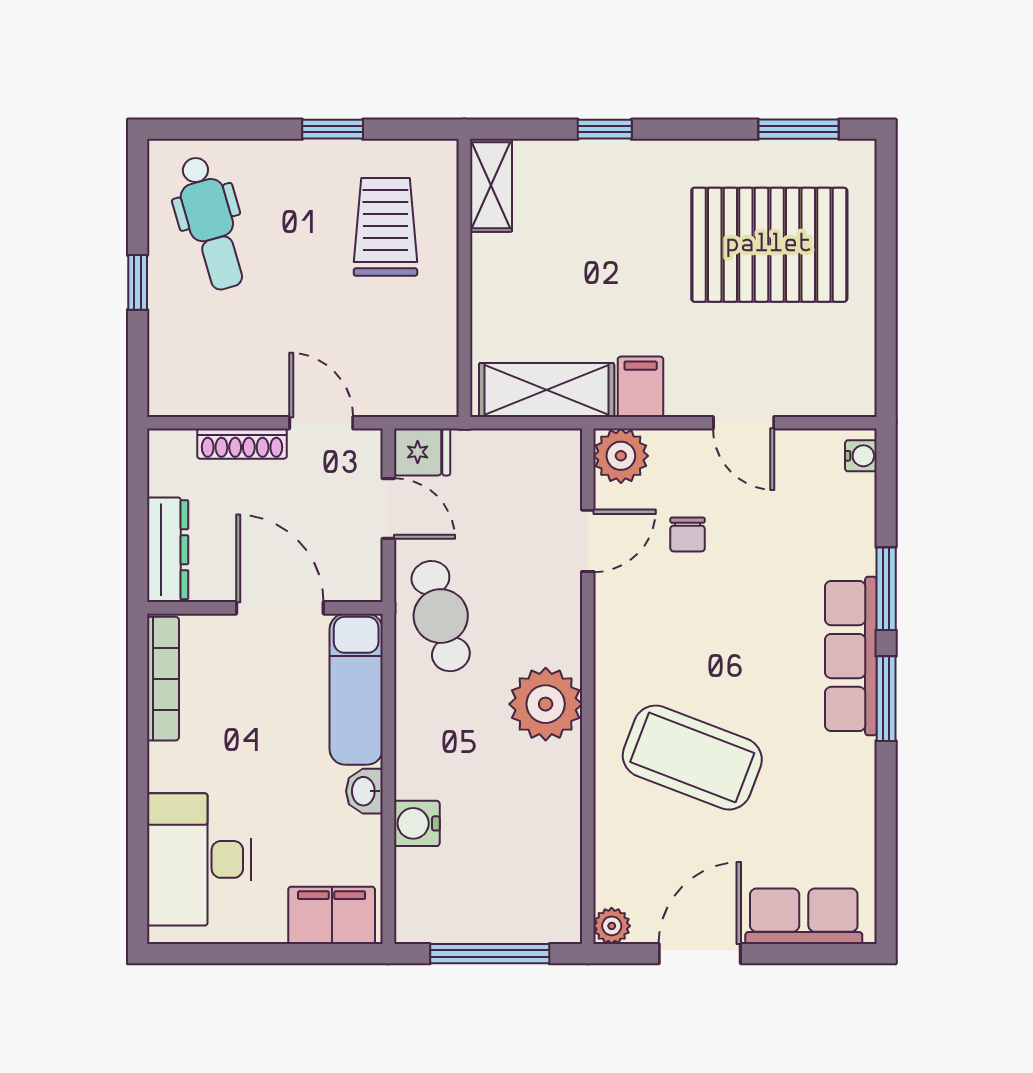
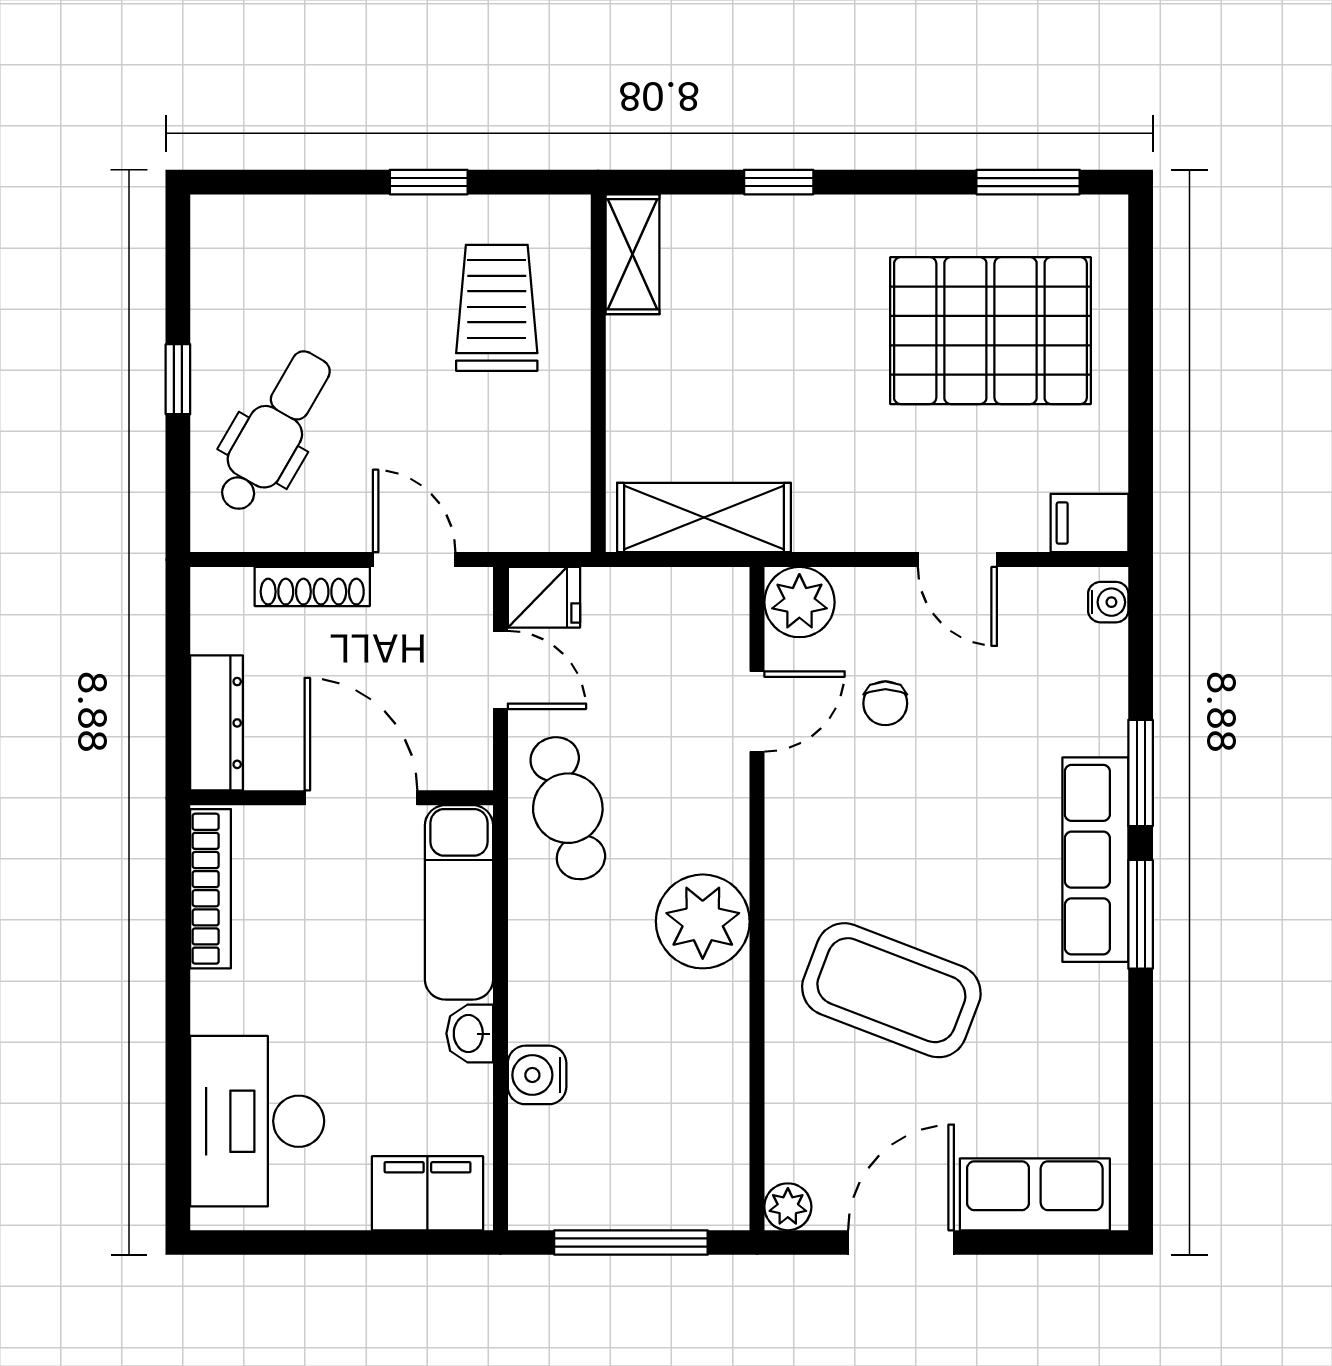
dental chair: (211, 223) -> (274, 432), moved, turned -134
filing cabinet: (641, 387) -> (1089, 523), moved, turned -90

